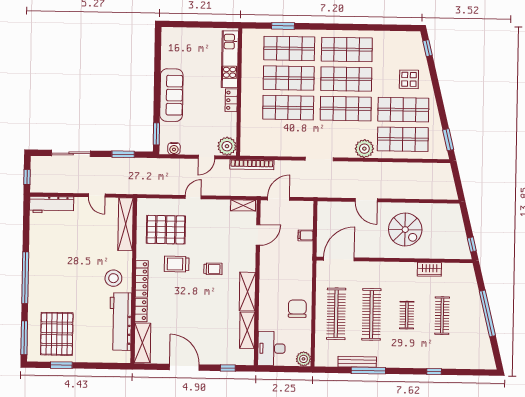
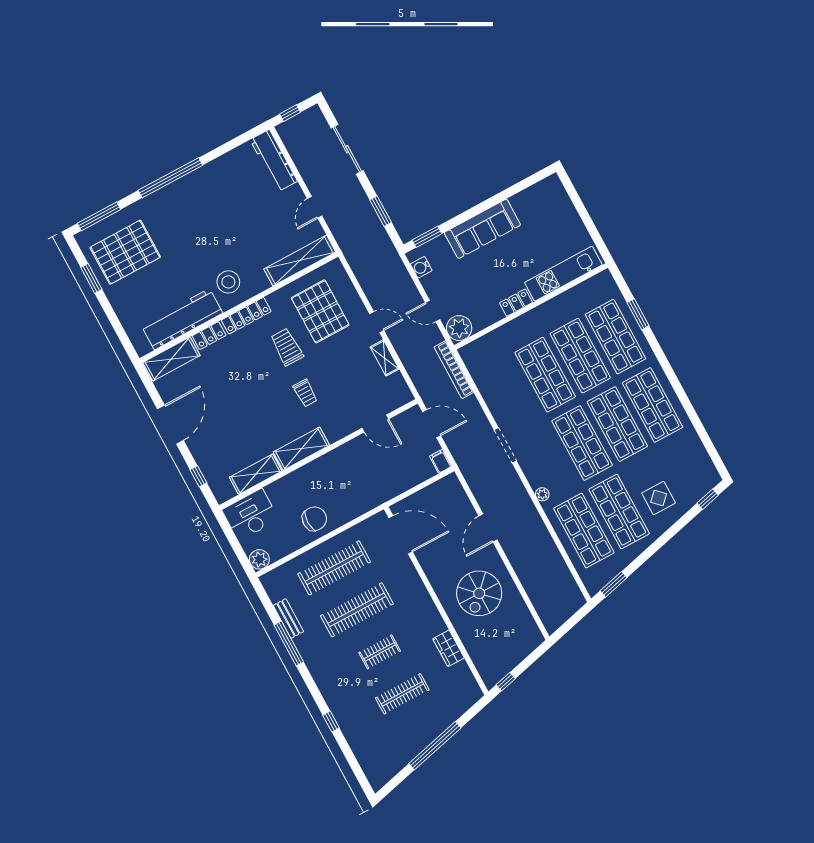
plant: (364, 149) -> (542, 494), width x0.53, depth x0.53
shelving: (243, 205) -> (385, 358), moved
filing cabinet: (306, 235) -> (441, 461), moved
bench: (357, 362) -> (288, 619), width x0.73

